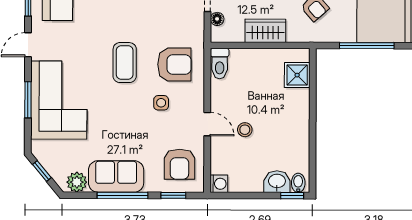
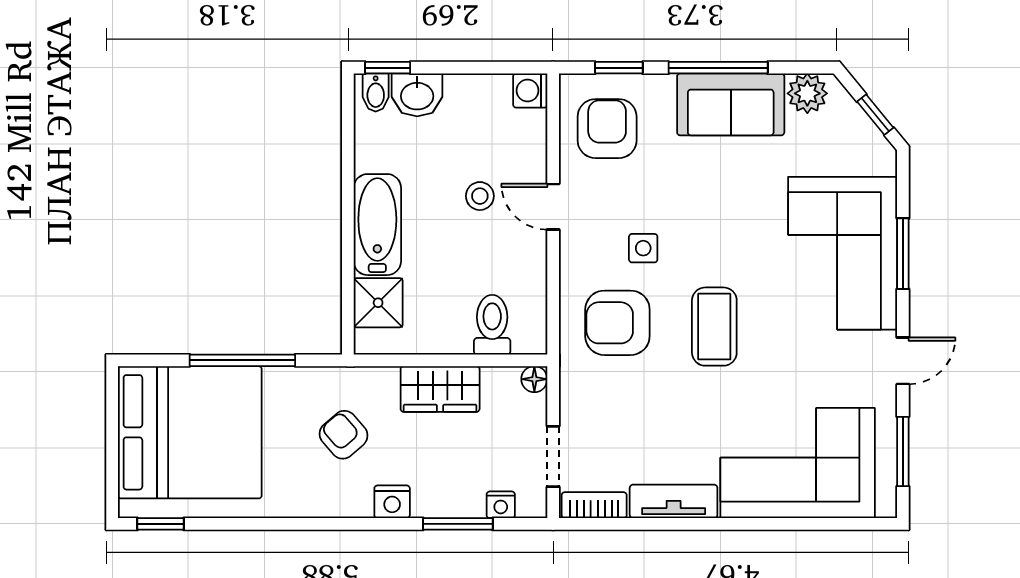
floor lamp: (217, 19) -> (534, 379), moved
toilet: (220, 64) -> (492, 325), moved
bathtub: (297, 115) -> (377, 225), added

